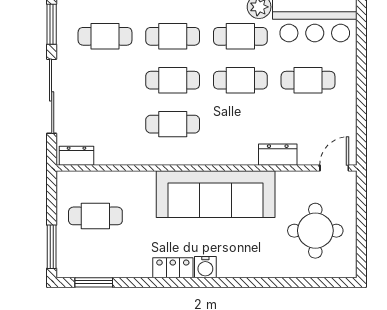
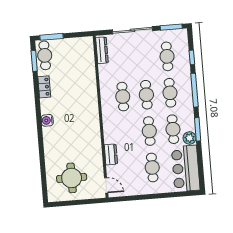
dresser: (77, 156) -> (102, 50), width x1.44
sofa: (216, 194) -> (87, 123), removed
cafe table: (95, 216) -> (45, 55), moved
locker: (173, 268) -> (44, 87), moved

